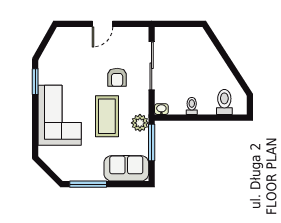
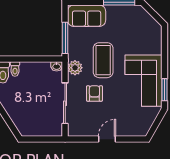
toilet: (192, 106) -> (15, 69), moved
corner sofa: (60, 115) -> (144, 81), moved
plant: (140, 123) -> (75, 68), moved

